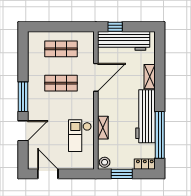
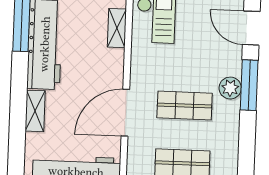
plant: (34, 95) -> (230, 88), added
door: (23, 131) -> (251, 28), hinge flipped

